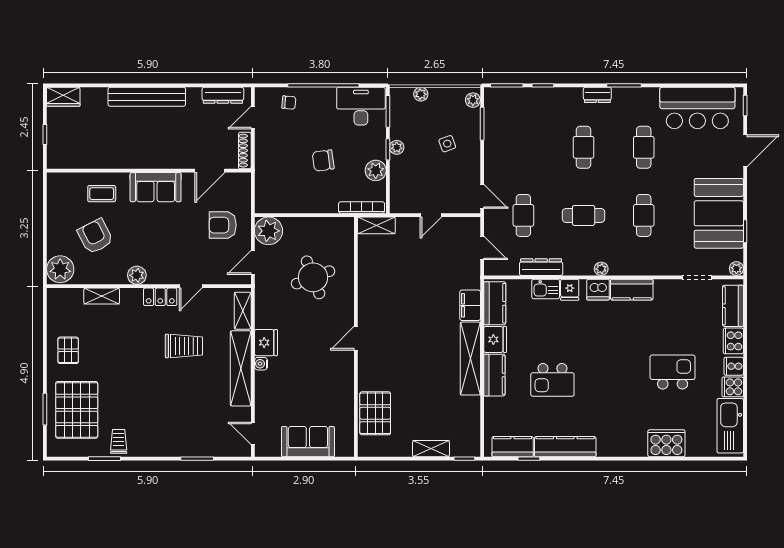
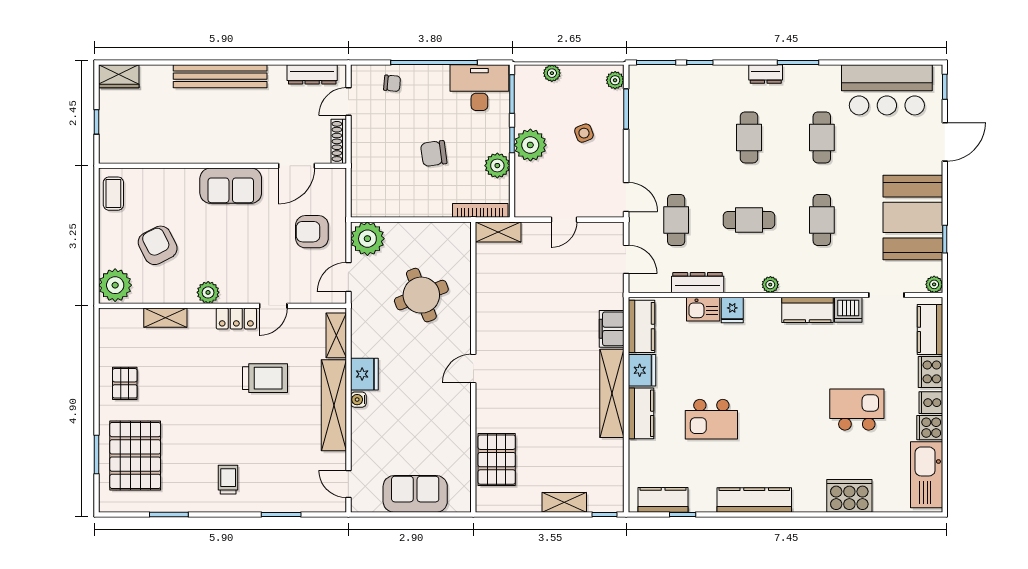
plant: (397, 147) -> (530, 145), width x1.88, depth x1.88
coffee table: (102, 194) -> (113, 194), moved, turned 90
dishwasher: (598, 290) -> (848, 310), moved
trolley: (119, 441) -> (228, 480), moved
kitchen counter: (565, 447) -> (754, 500), moved

